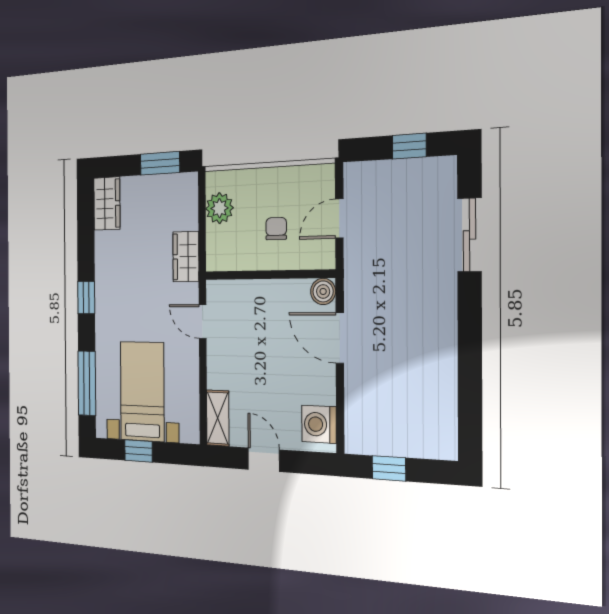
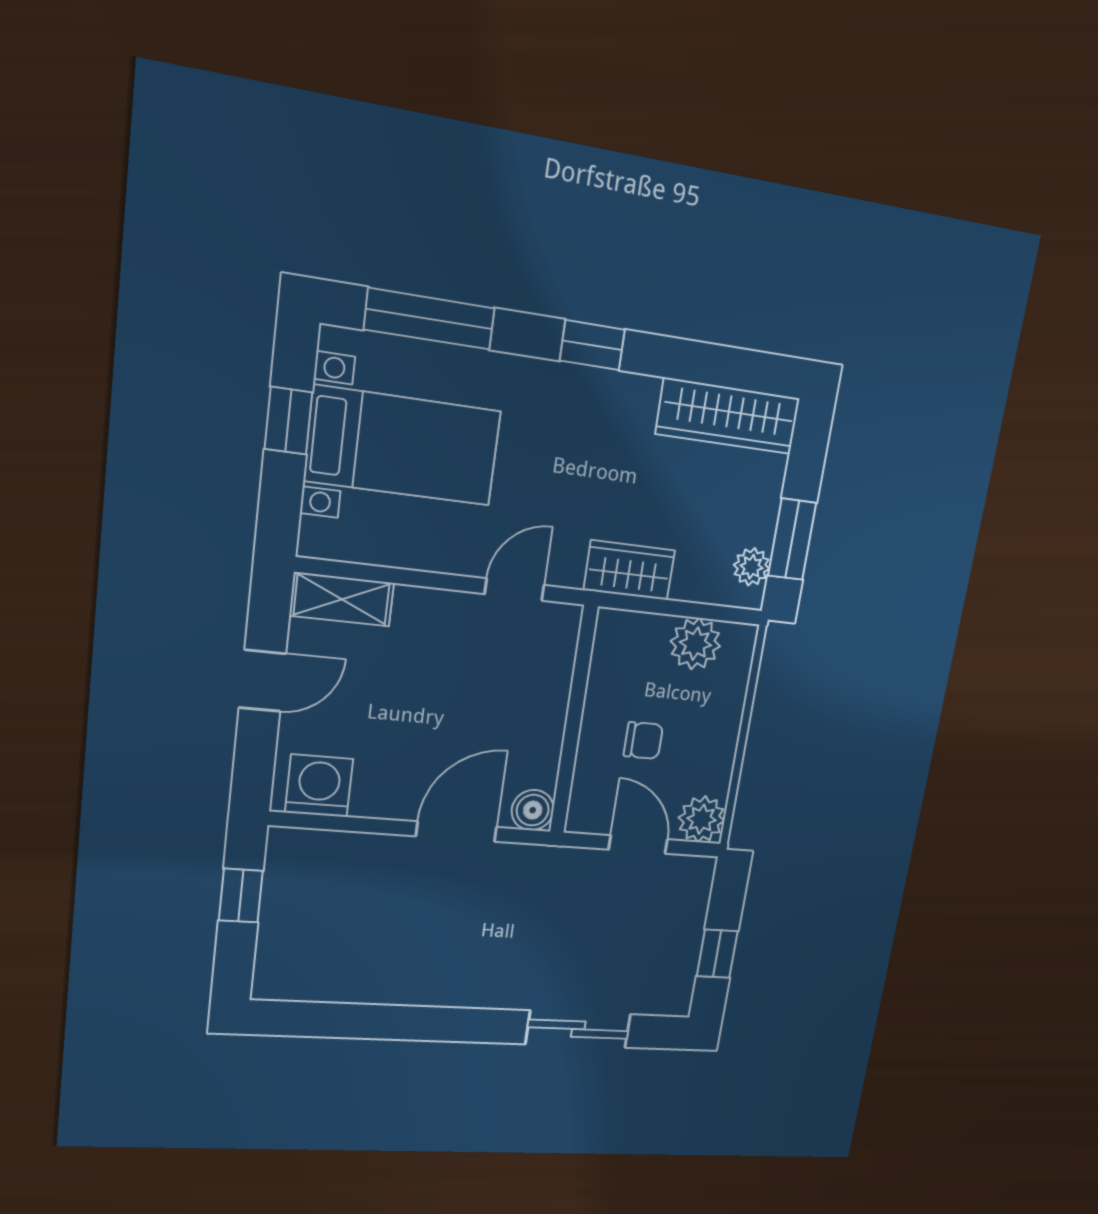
plant: (320, 179) -> (702, 819), added
plant: (176, 184) -> (752, 567), added
wardrobe: (107, 204) -> (728, 416), width x1.50

